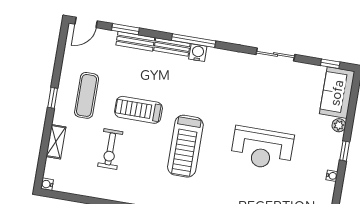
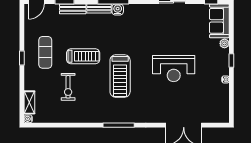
treadmill: (139, 110) -> (83, 56), turned 180
shelving: (56, 142) -> (29, 102), moved

